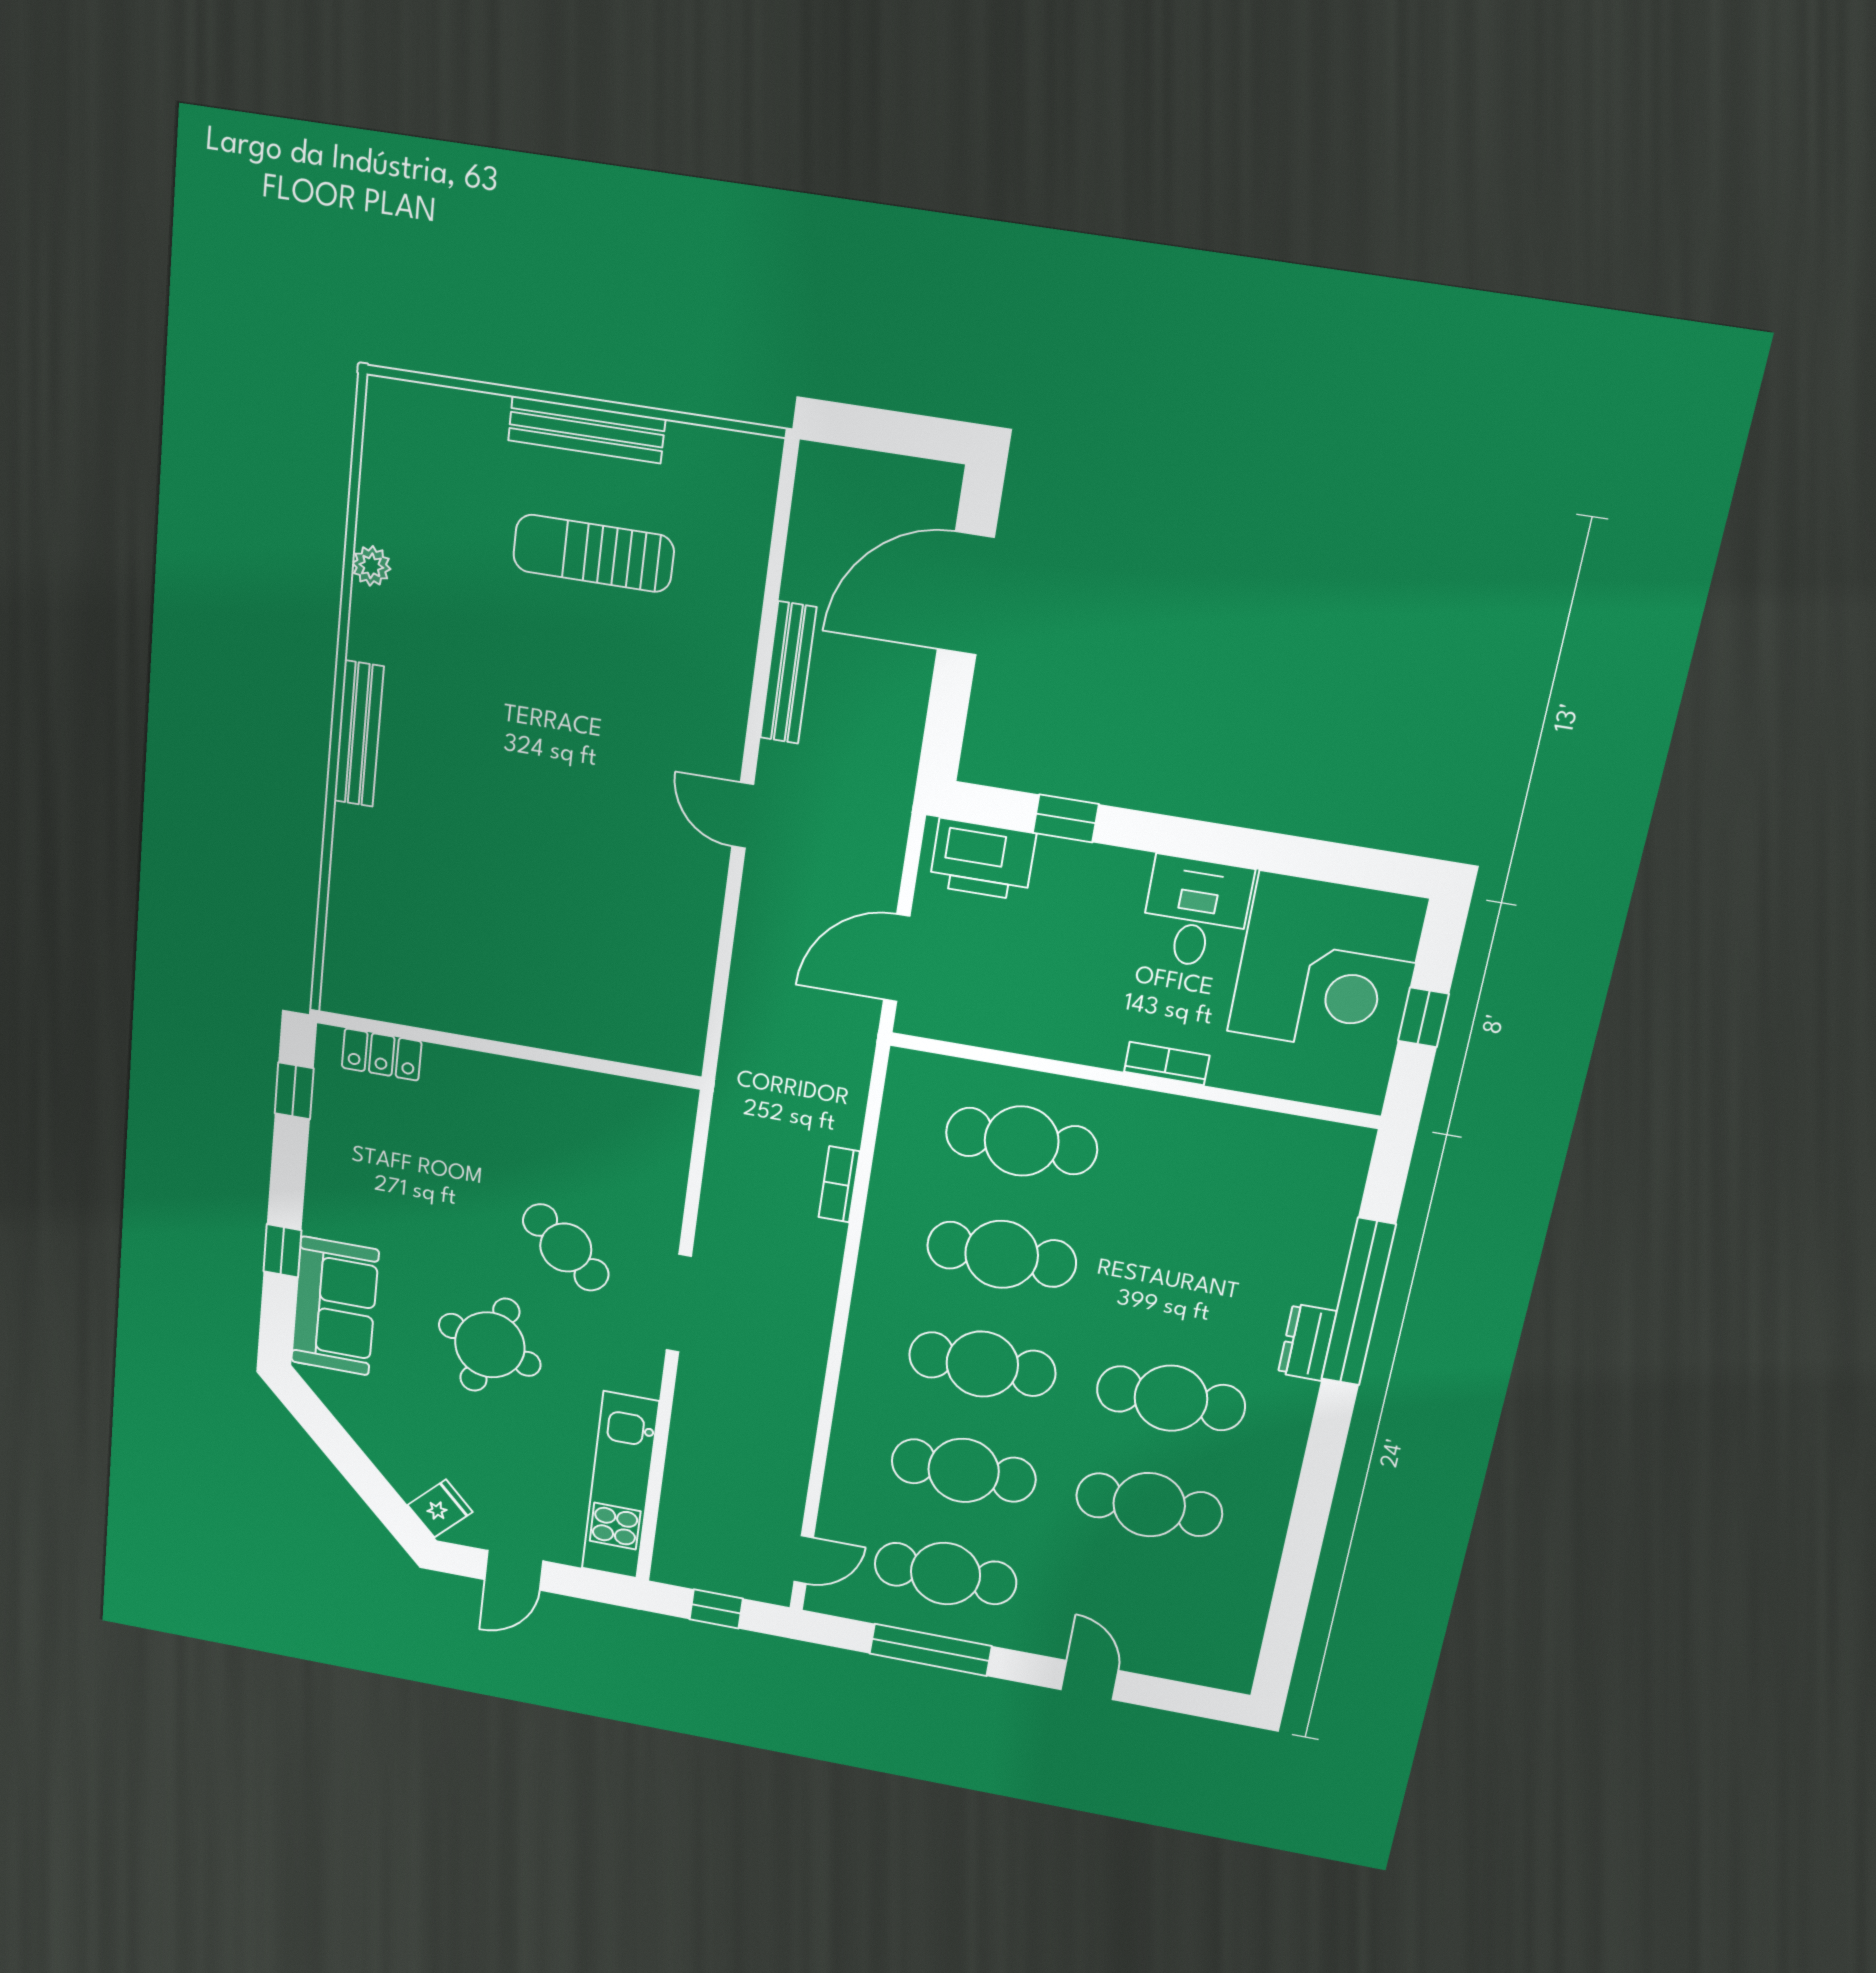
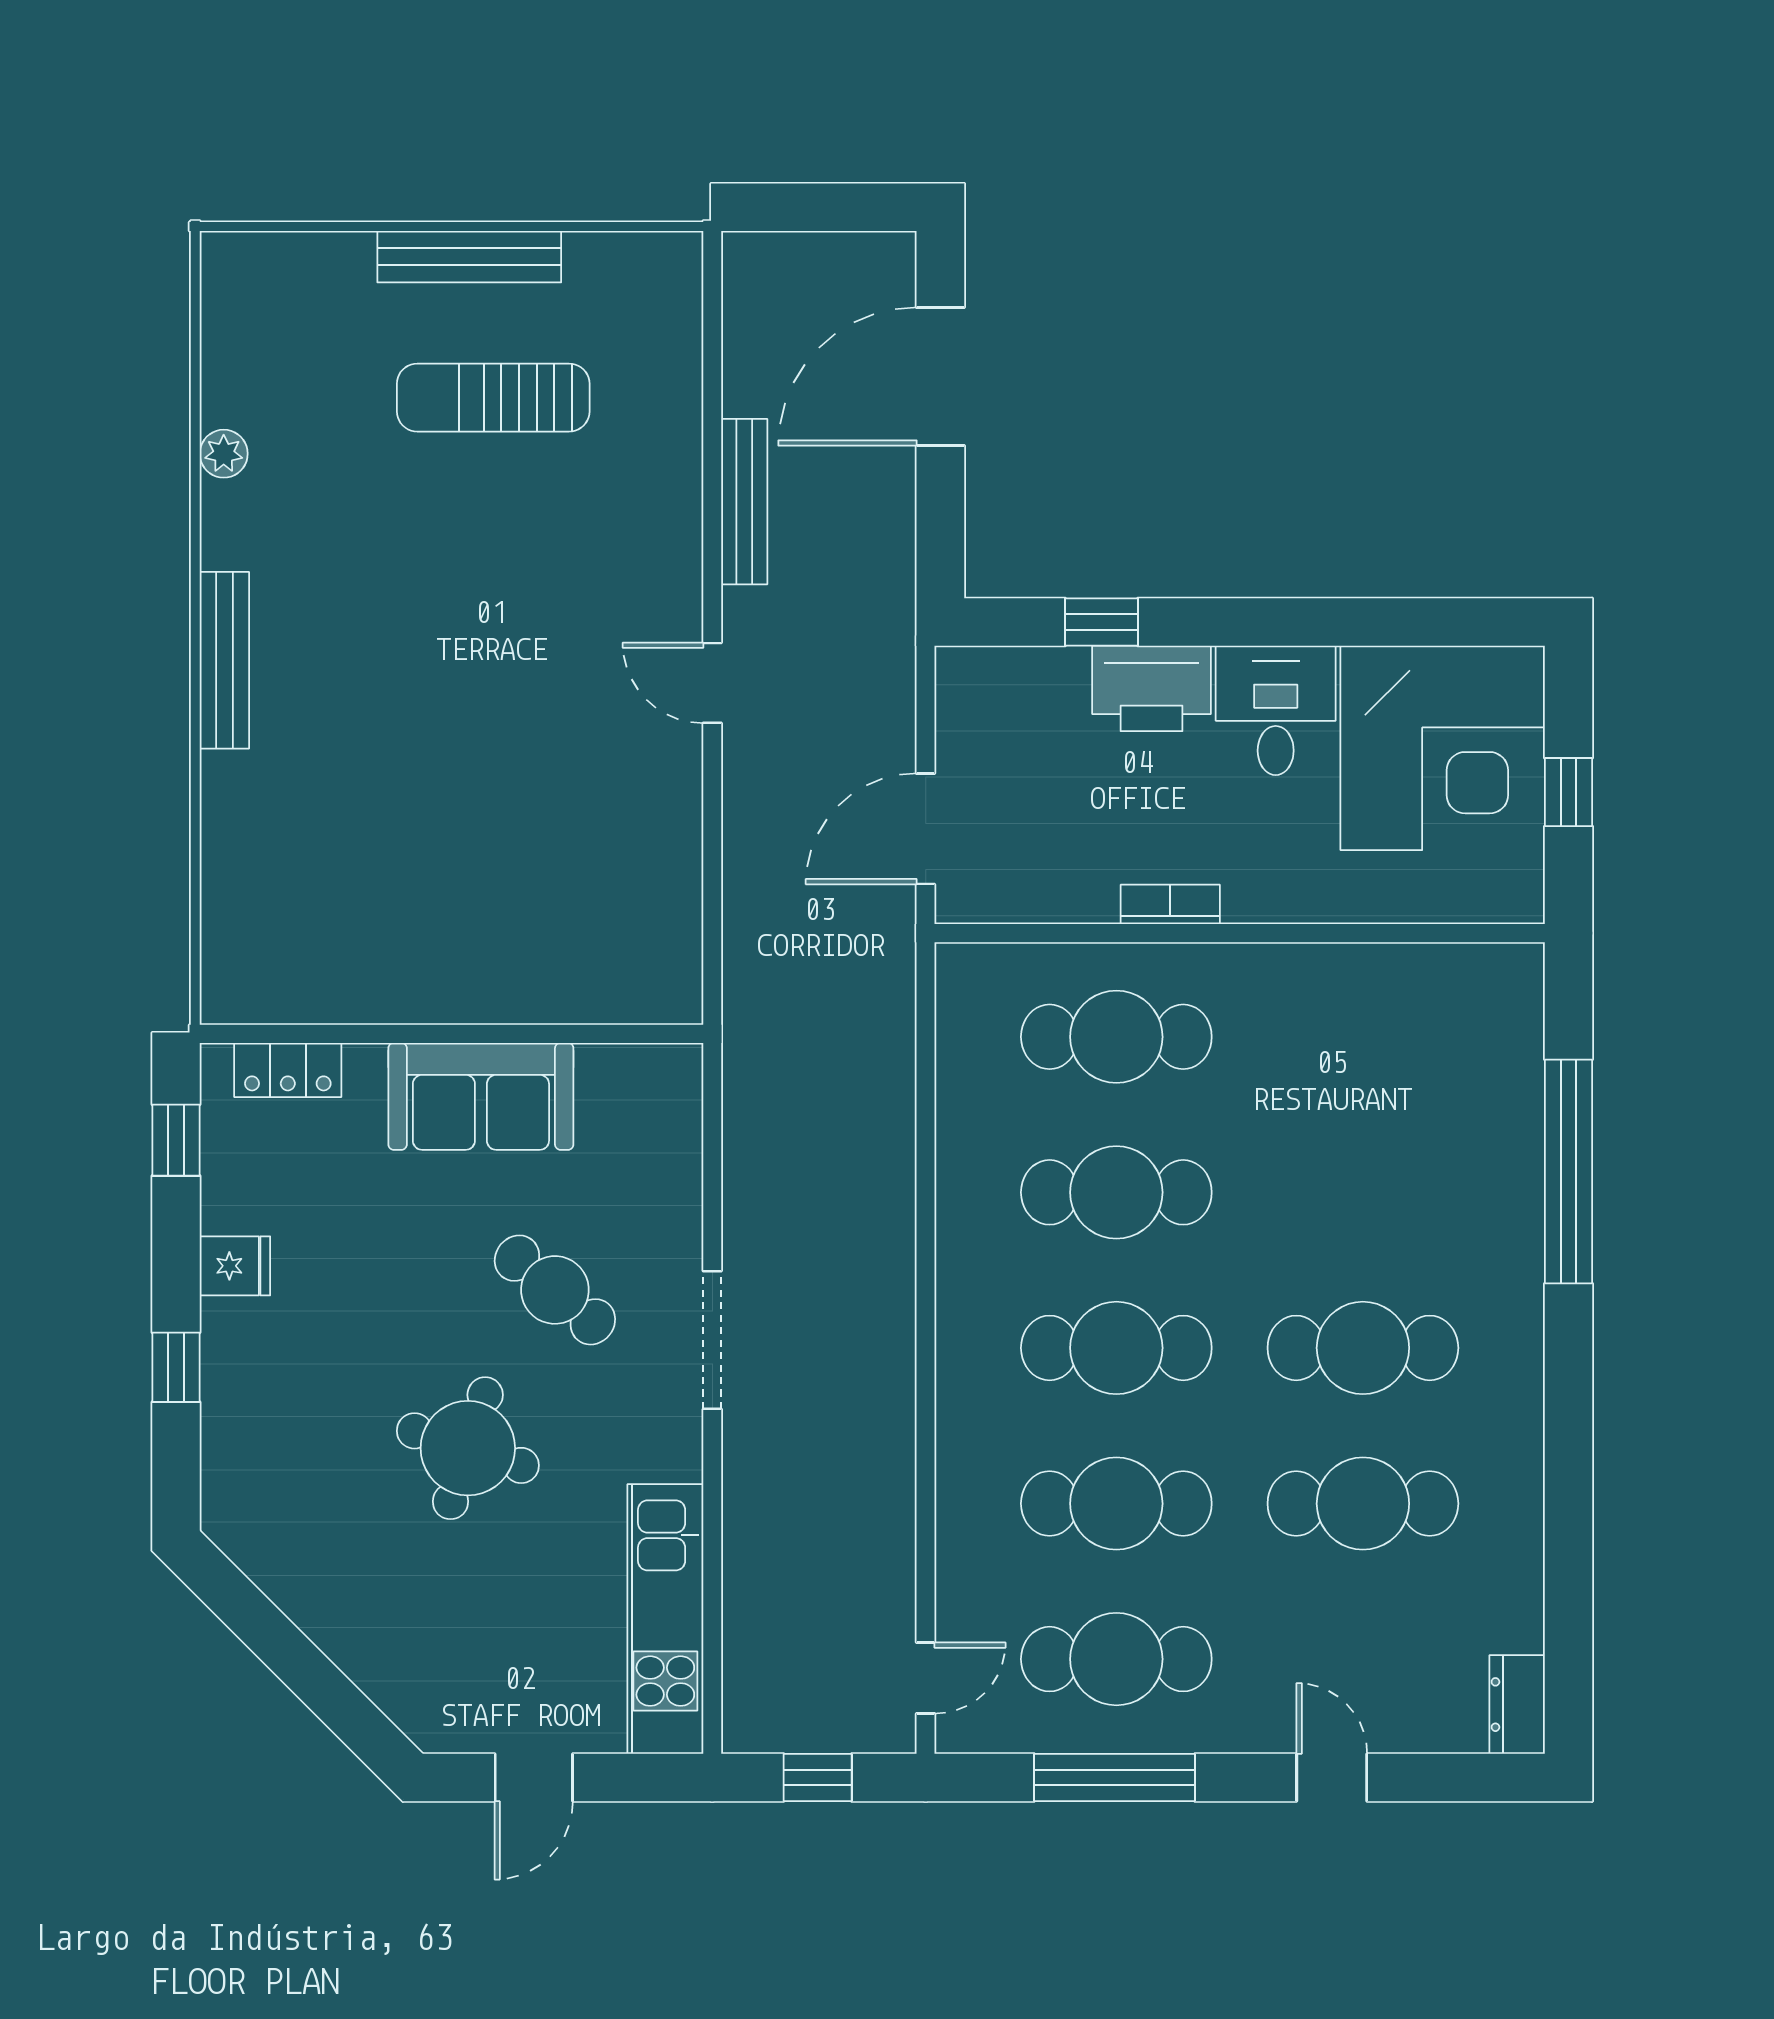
printer: (983, 860) -> (1151, 688), moved
bookcase: (1167, 1064) -> (1170, 904), moved
bookcase: (839, 1184) -> (897, 1137), removed
sofa: (335, 1306) -> (481, 1096), moved, turned 90
dresser: (1307, 1342) -> (1517, 1705), moved
fridge: (440, 1508) -> (235, 1266), moved, turned 45

